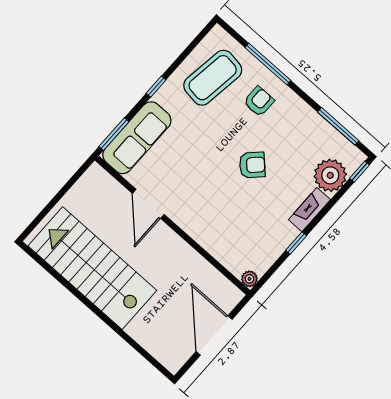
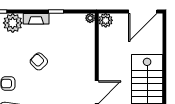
plant: (229, 296) -> (106, 20), added
door: (214, 335) -> (143, 11), moved

